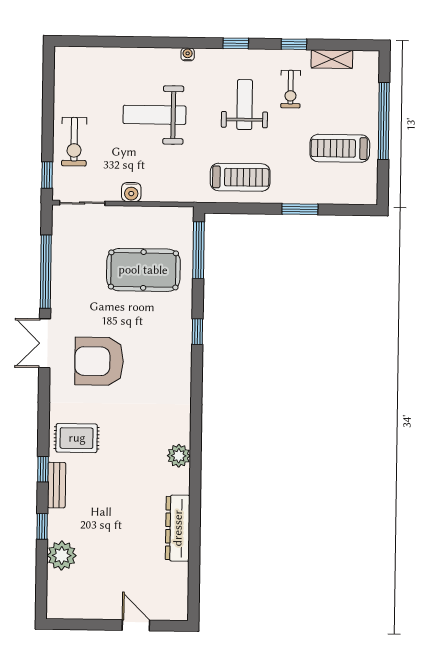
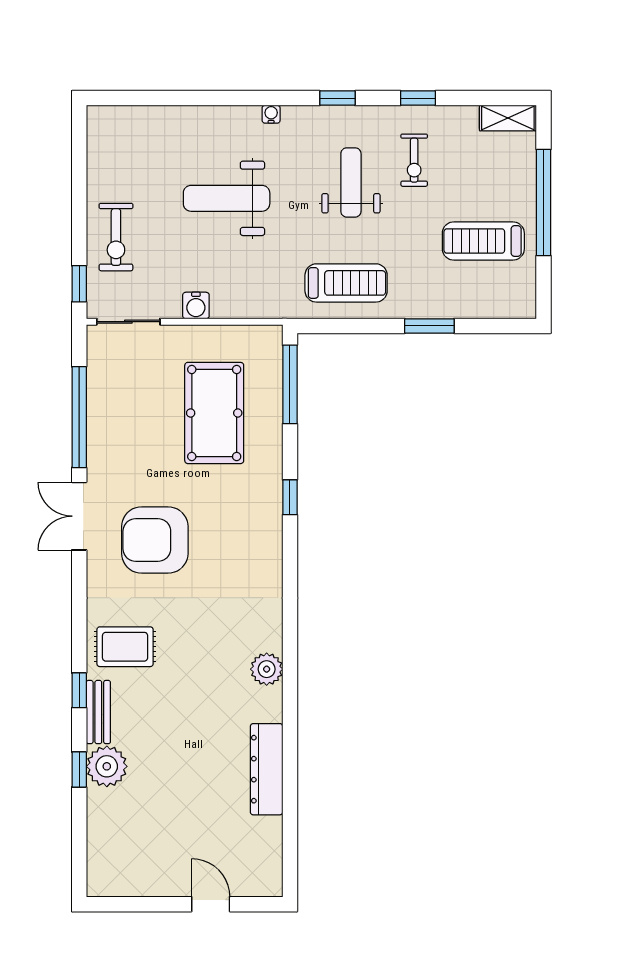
shelving: (332, 59) -> (508, 118), moved
pool table: (143, 270) -> (214, 413), turned 90
plant: (62, 556) -> (107, 766), moved

